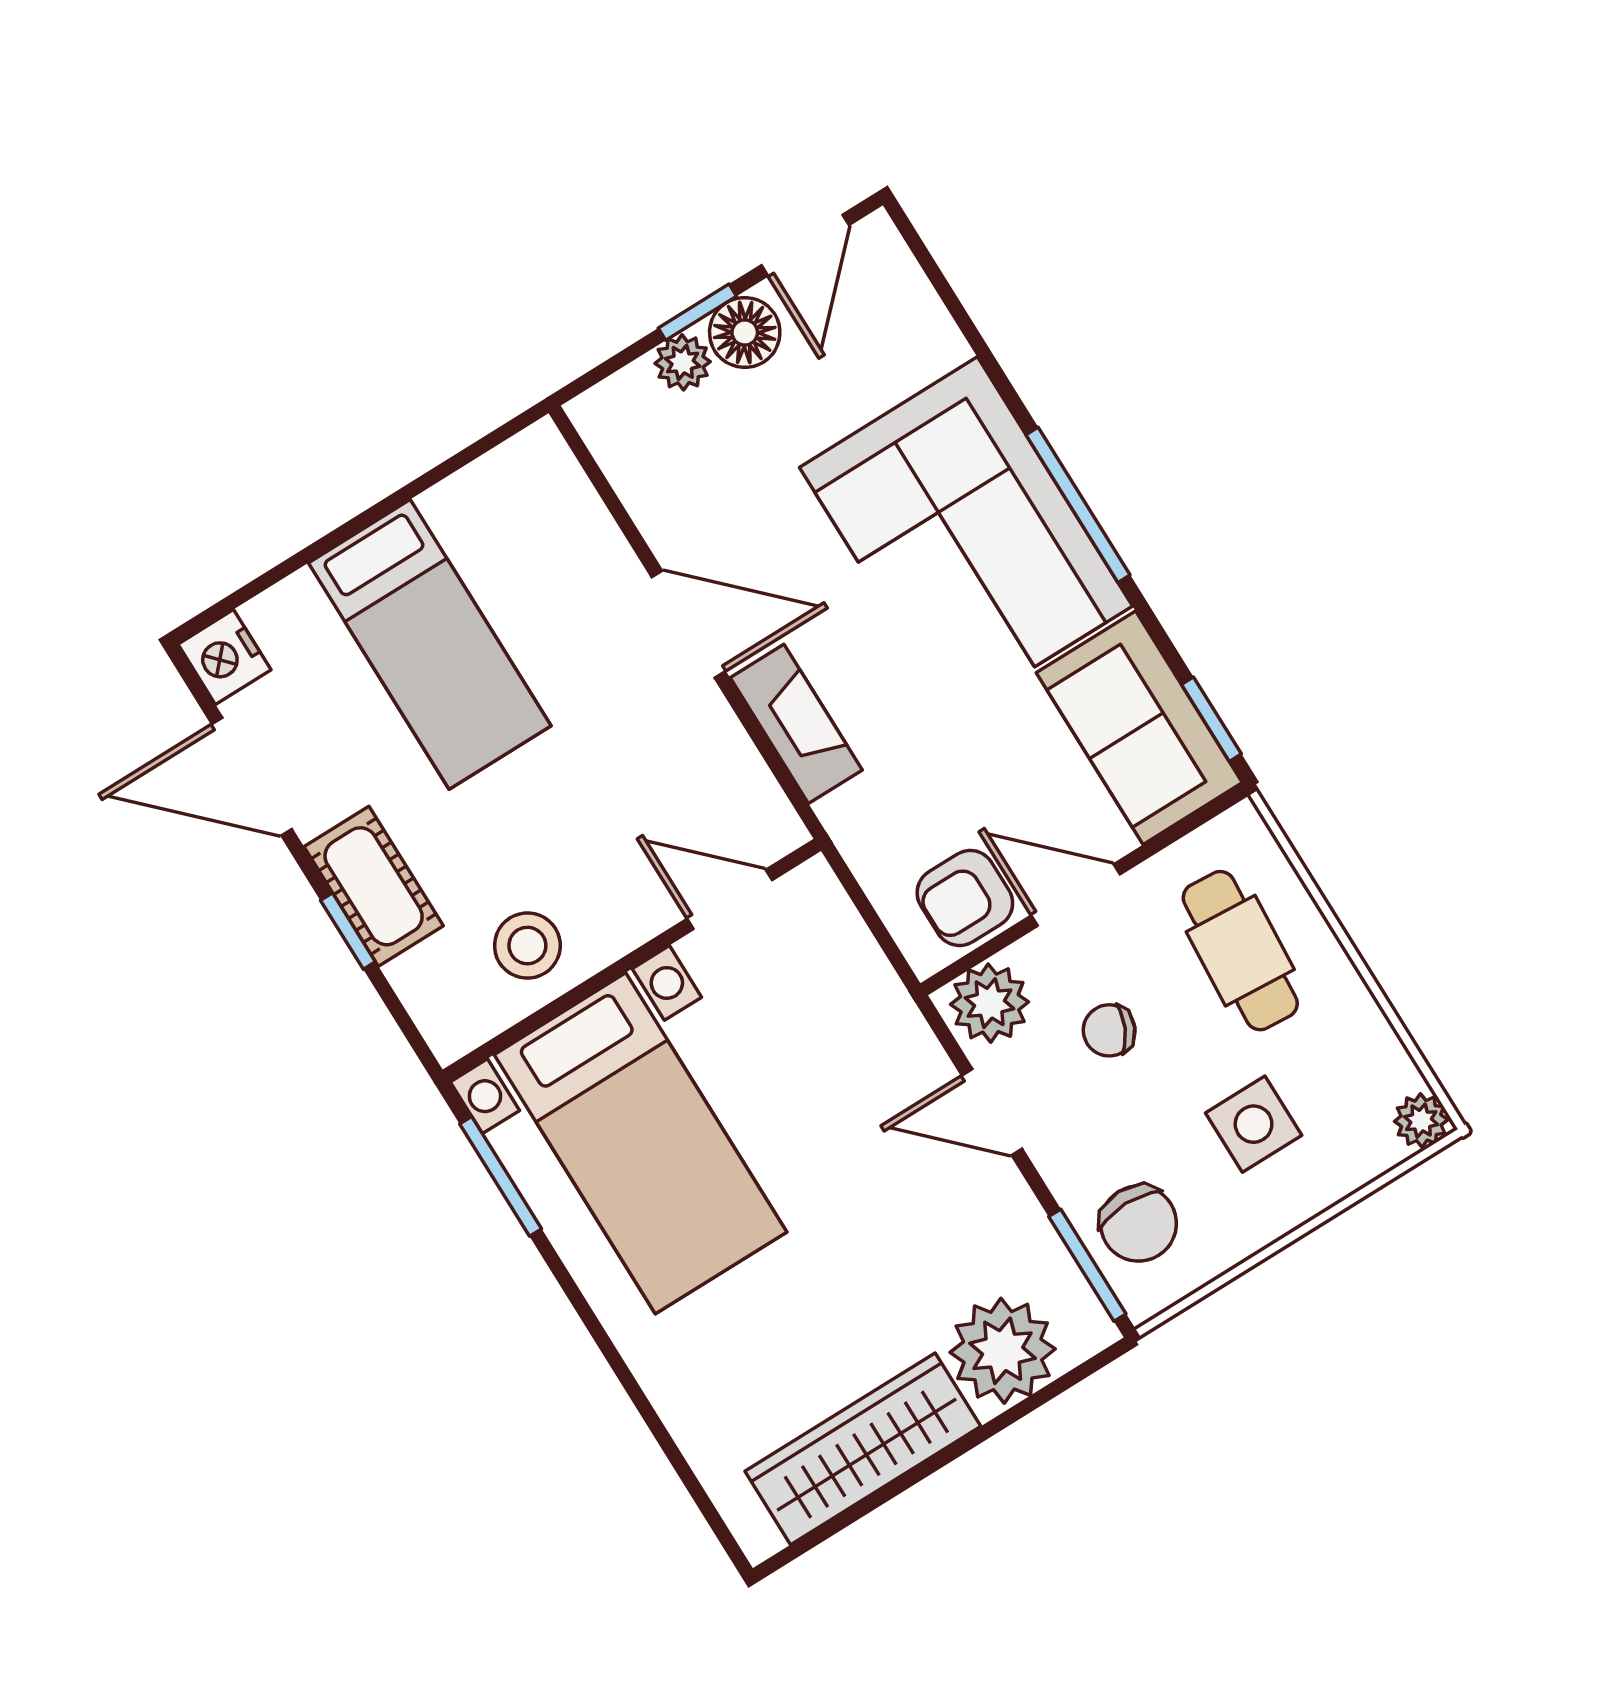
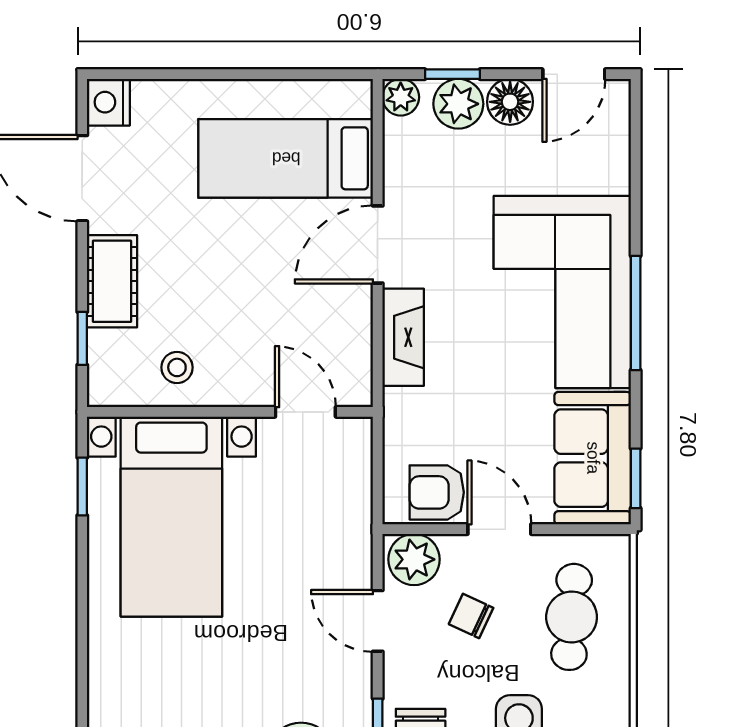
window: (697, 312) -> (452, 74), moved
plant: (683, 362) -> (458, 104), width x1.38, depth x1.38
plant: (599, 415) -> (401, 97), added
door: (688, 624) -> (378, 244), swing flipped
bed: (430, 644) -> (286, 158), moved, turned 90
window: (348, 931) -> (82, 338), moved
stool: (527, 946) -> (177, 367), width x0.73, depth x0.73
window: (501, 1176) -> (82, 487), width x0.67

